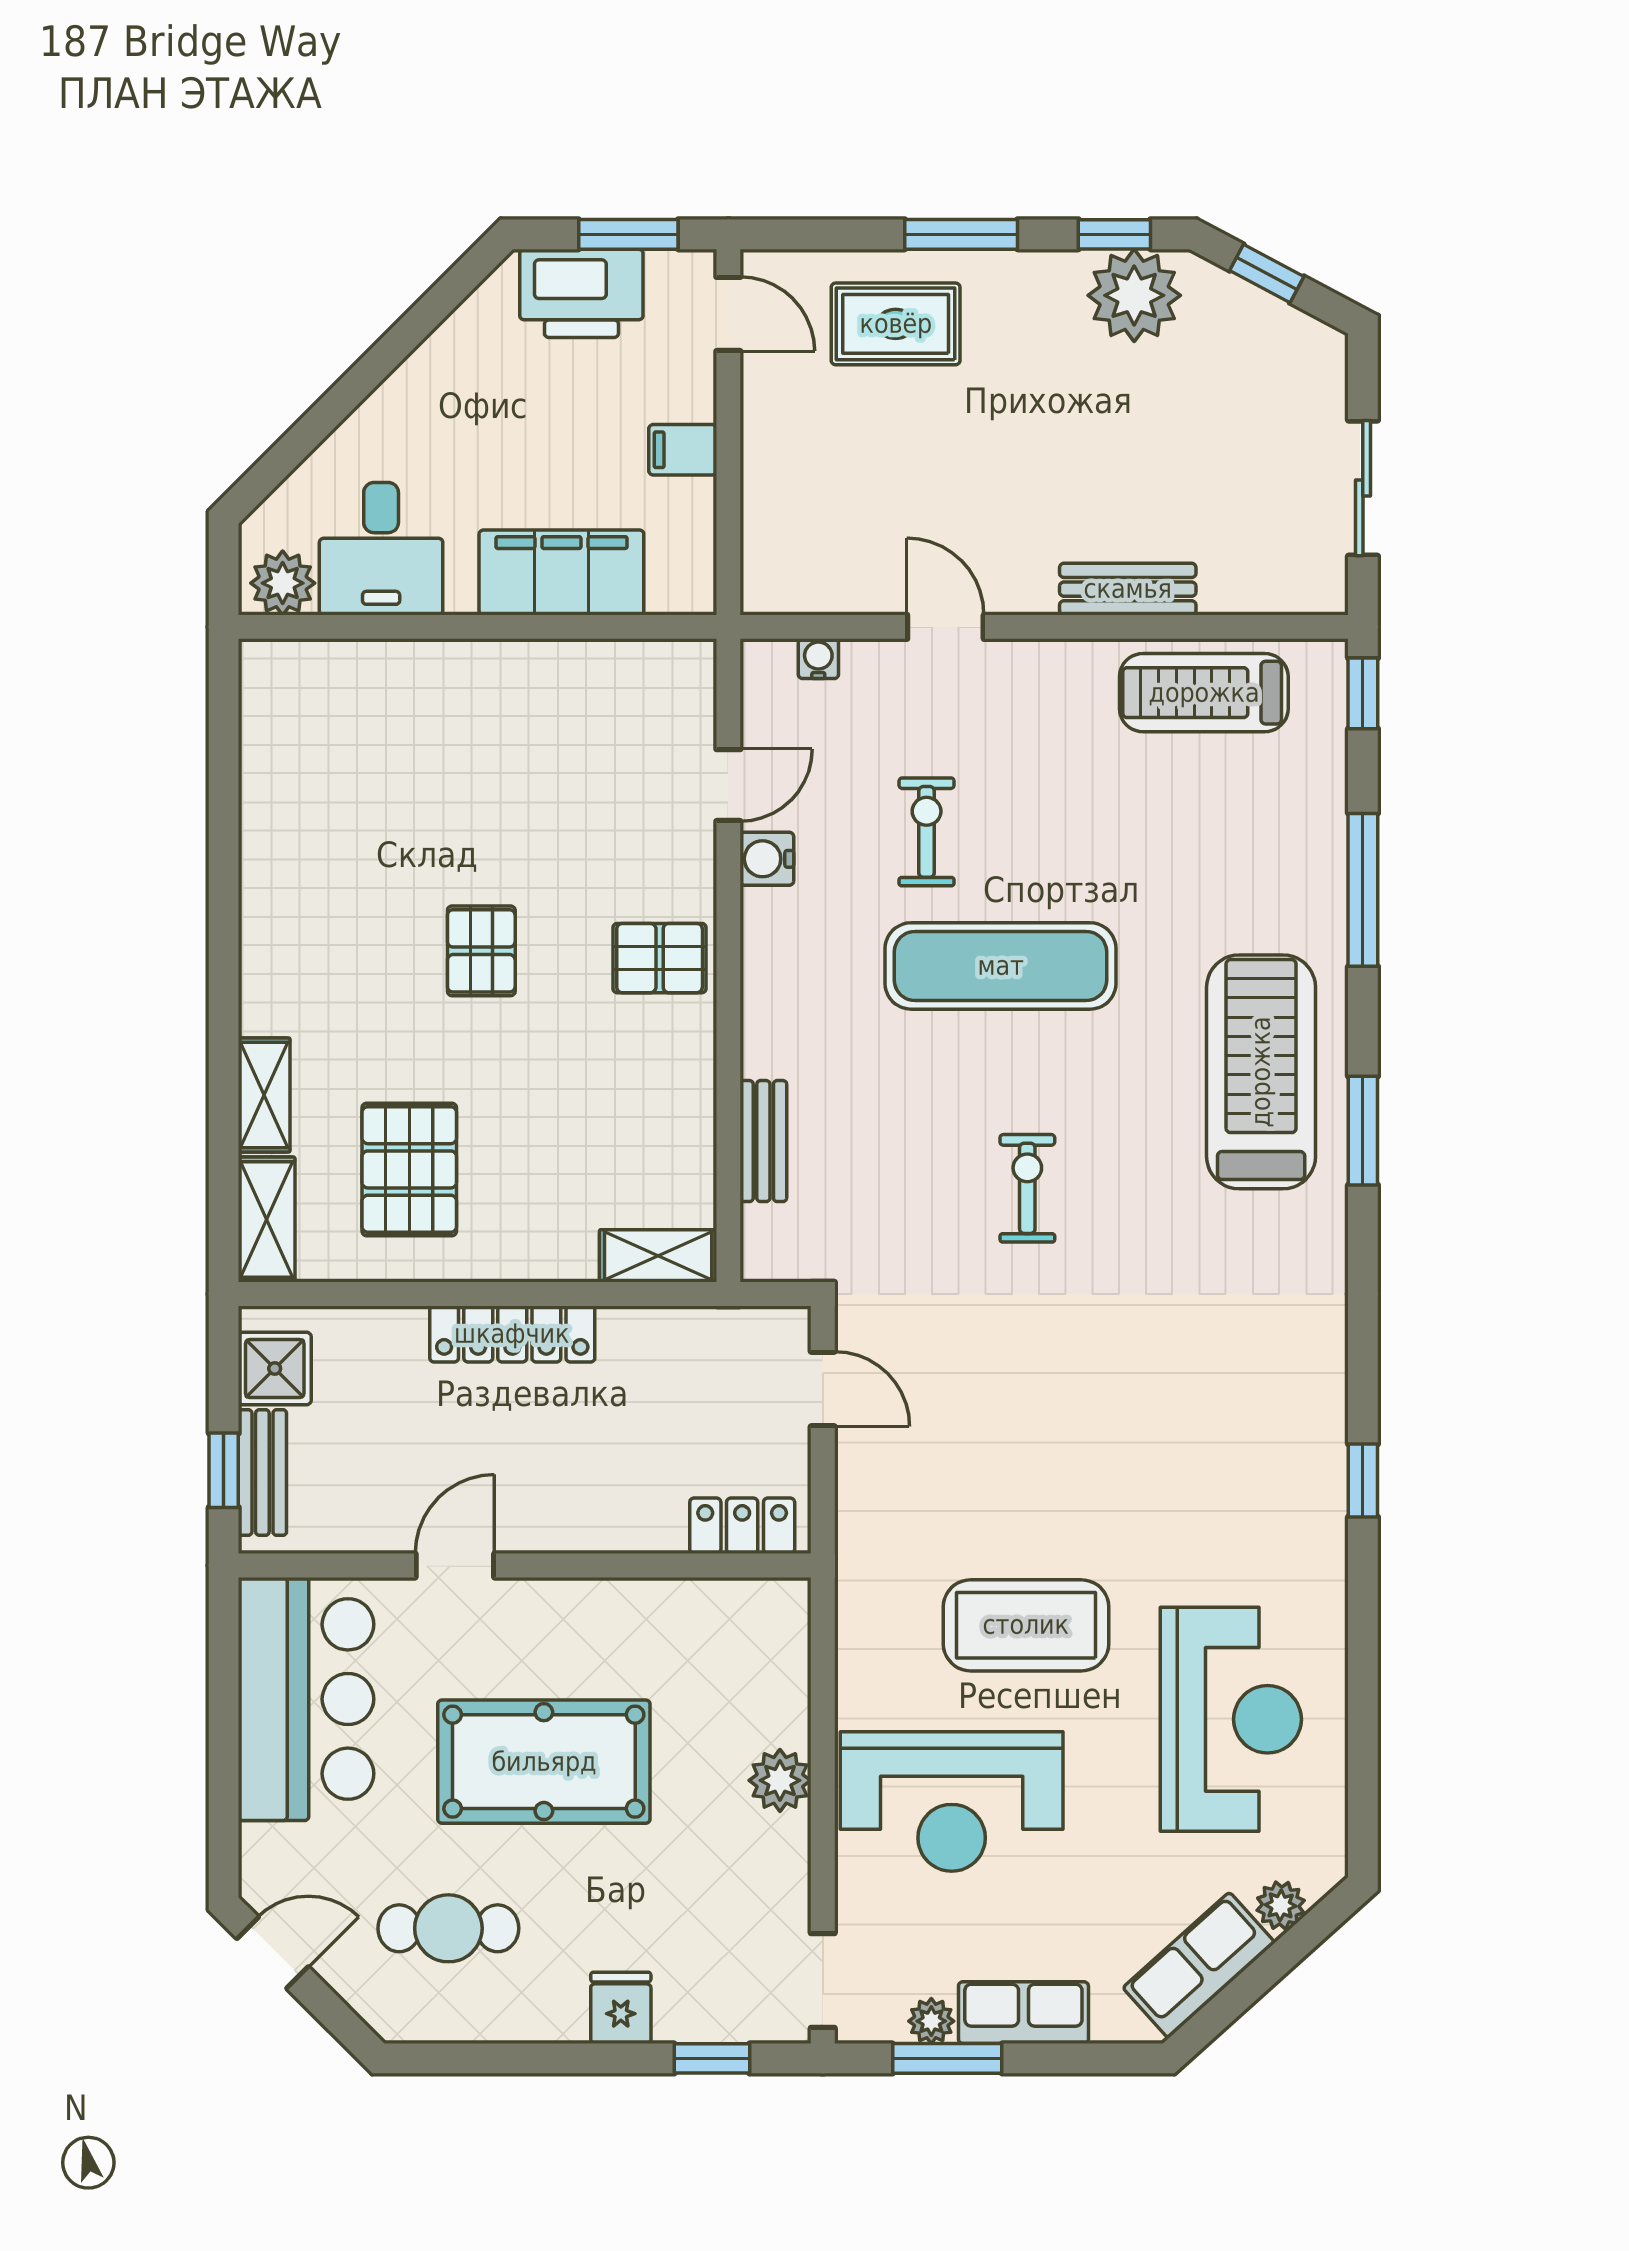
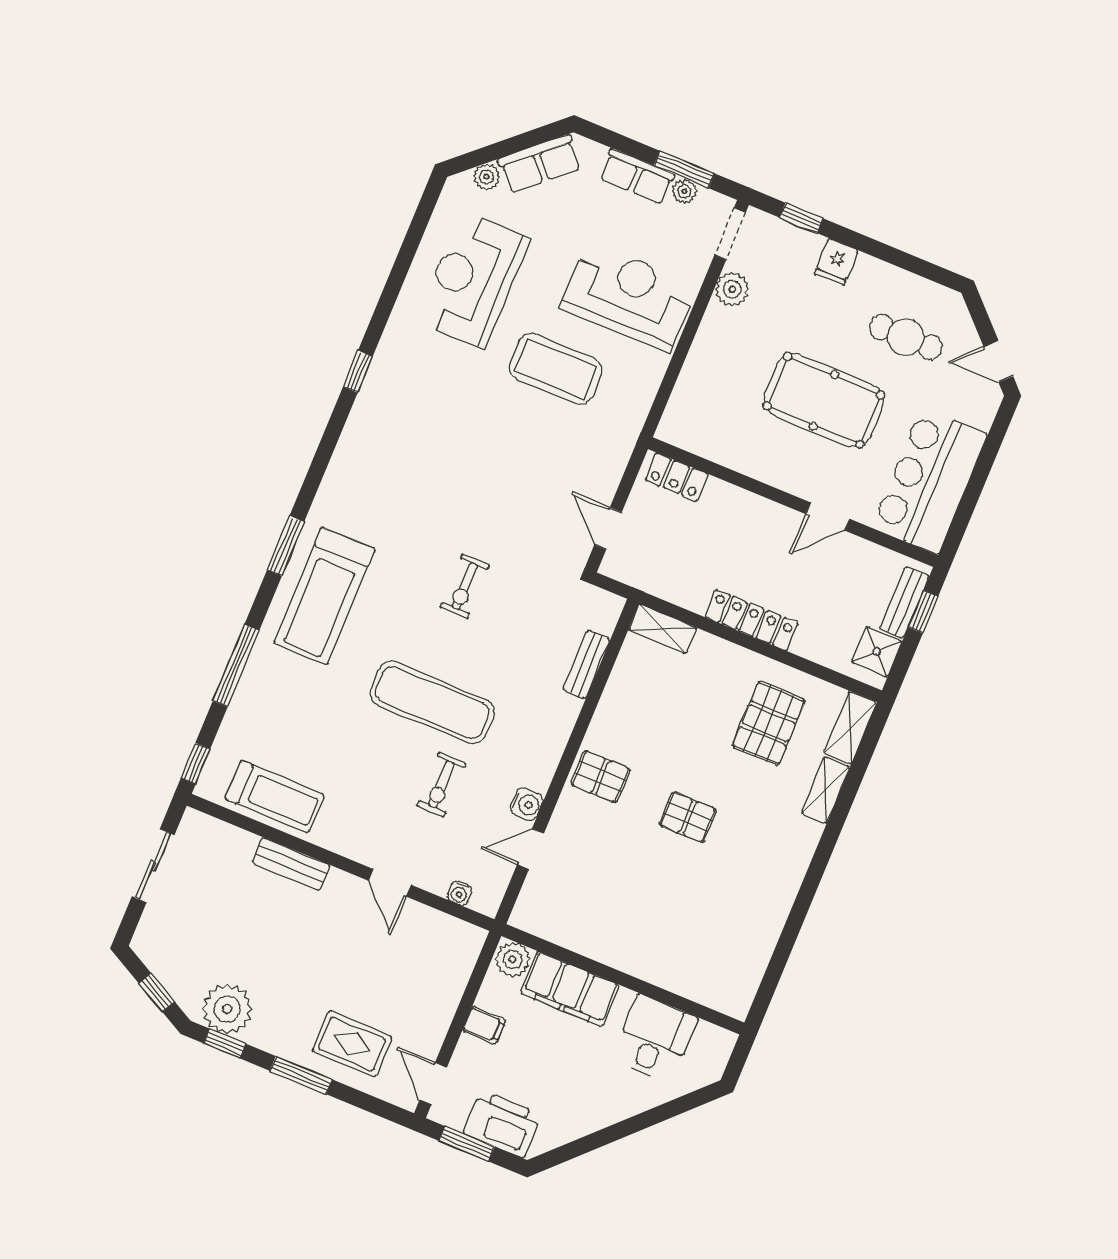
plant: (283, 583) -> (513, 959), moved
pallet: (481, 951) -> (688, 817), turned 90
plant: (780, 1780) -> (732, 289), moved

